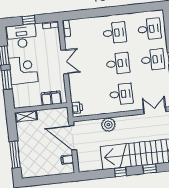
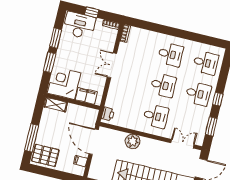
double door: (65, 62) -> (112, 65), swing flipped
corner desk: (23, 70) -> (64, 83), moved, turned -90
pallet: (33, 166) -> (45, 155), added

